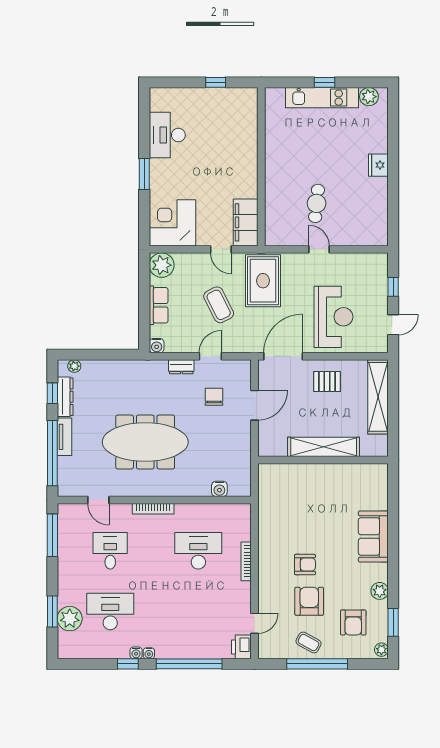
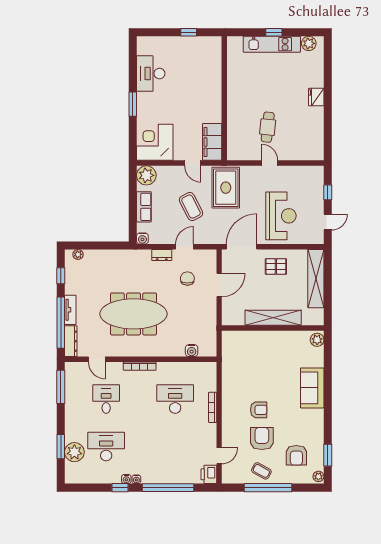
dresser: (65, 397) -> (71, 341), moved
plant: (380, 591) -> (317, 340), moved

